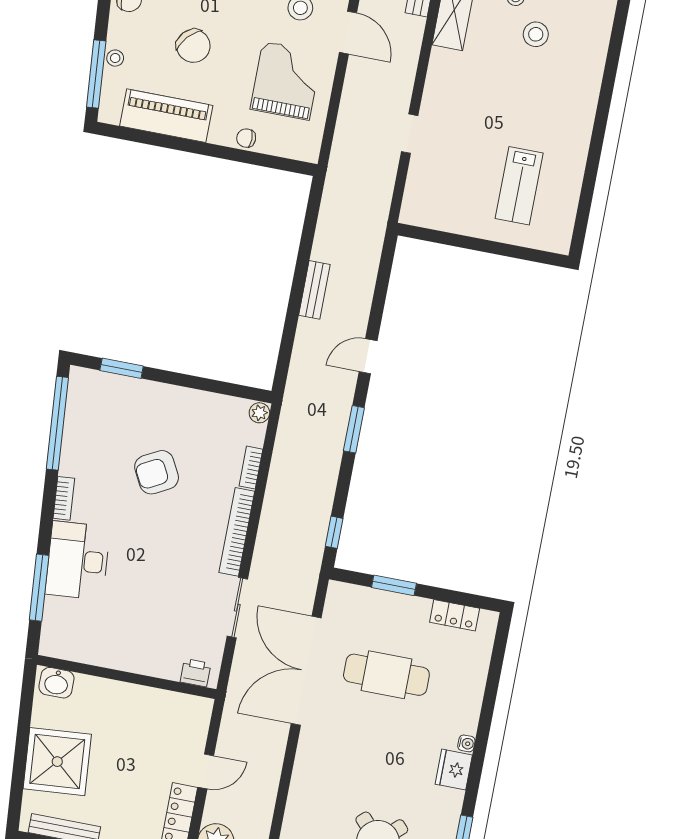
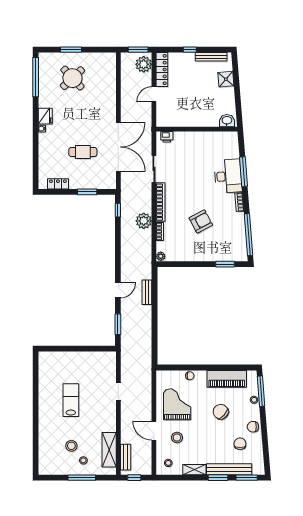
grand piano: (286, 81) -> (177, 404), turned 180
lab bench: (519, 186) -> (71, 400), moved
bench: (314, 290) -> (147, 292), moved
window: (354, 429) -> (118, 324), moved
plant: (282, 498) -> (144, 221), added
window: (39, 588) -> (243, 172), moved
cafe table: (386, 675) -> (83, 152), width x0.73, depth x0.74
shower: (57, 762) -> (226, 79), width x0.54, depth x0.54

